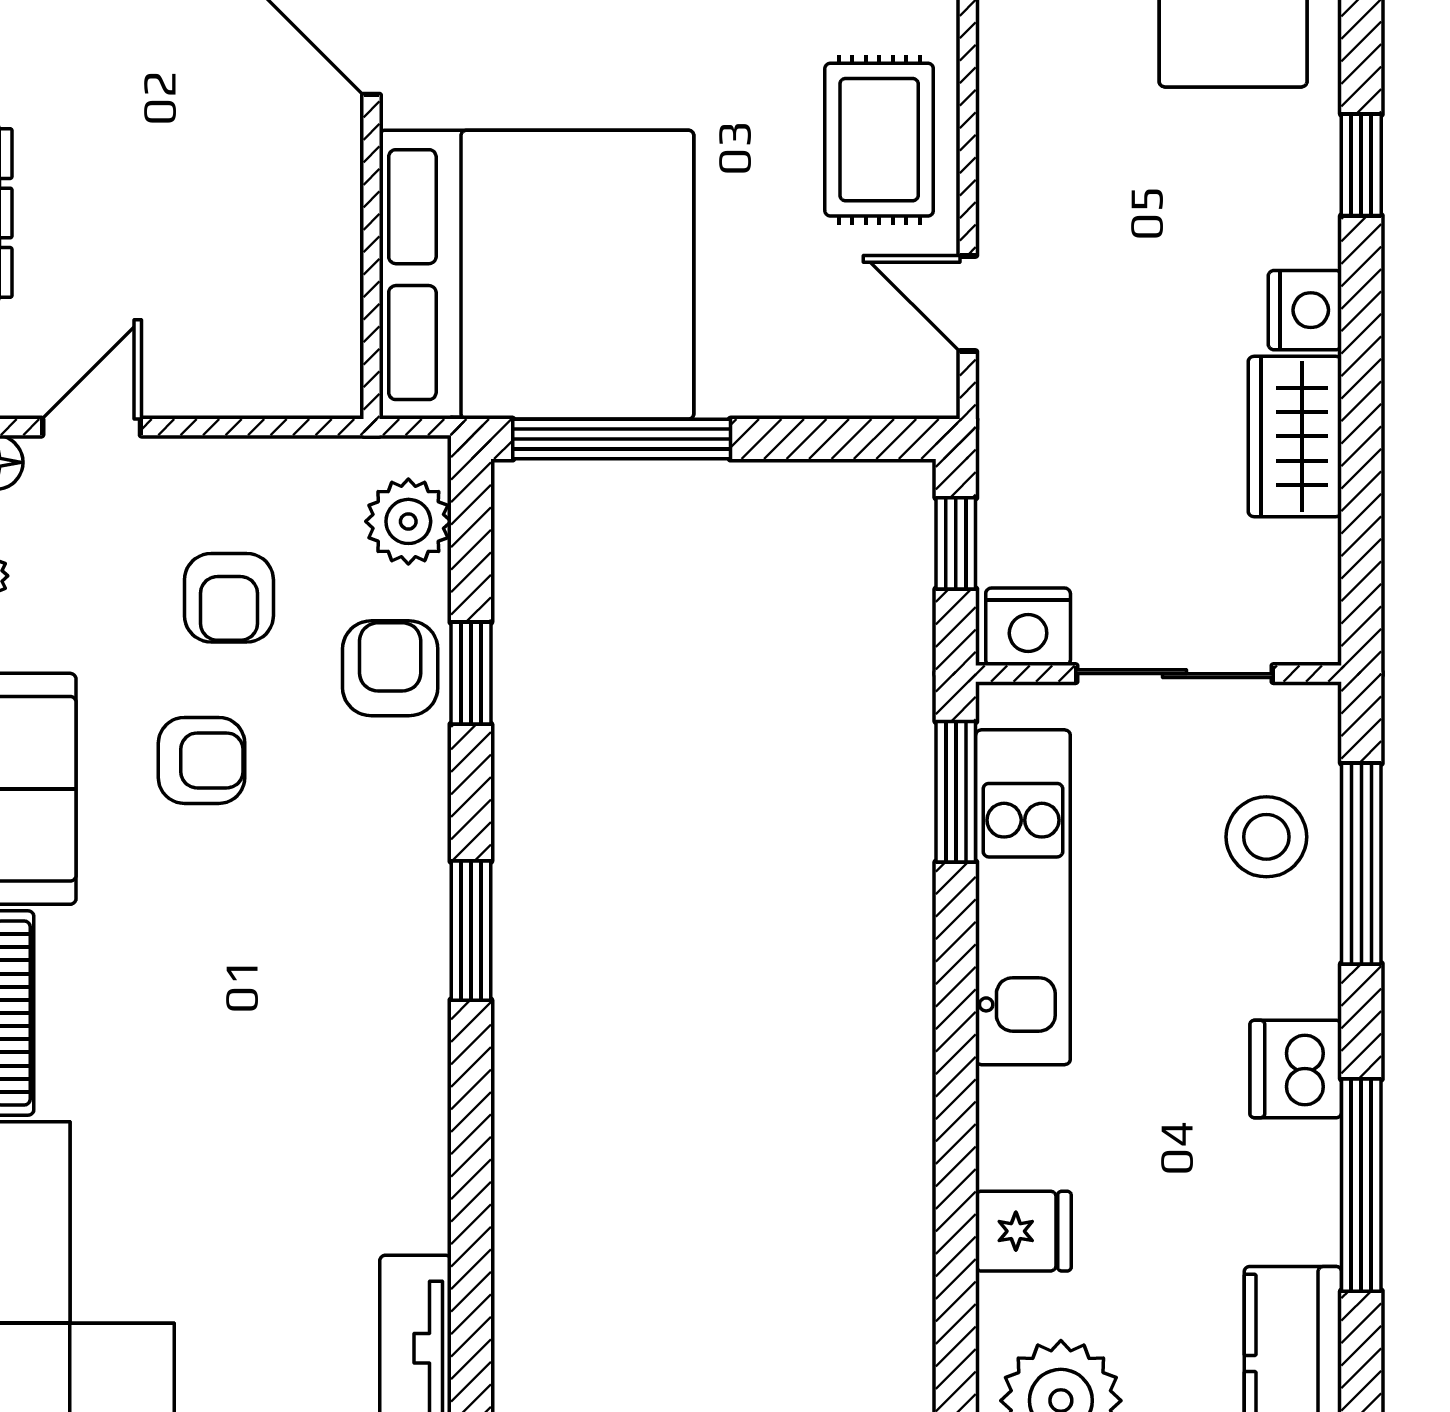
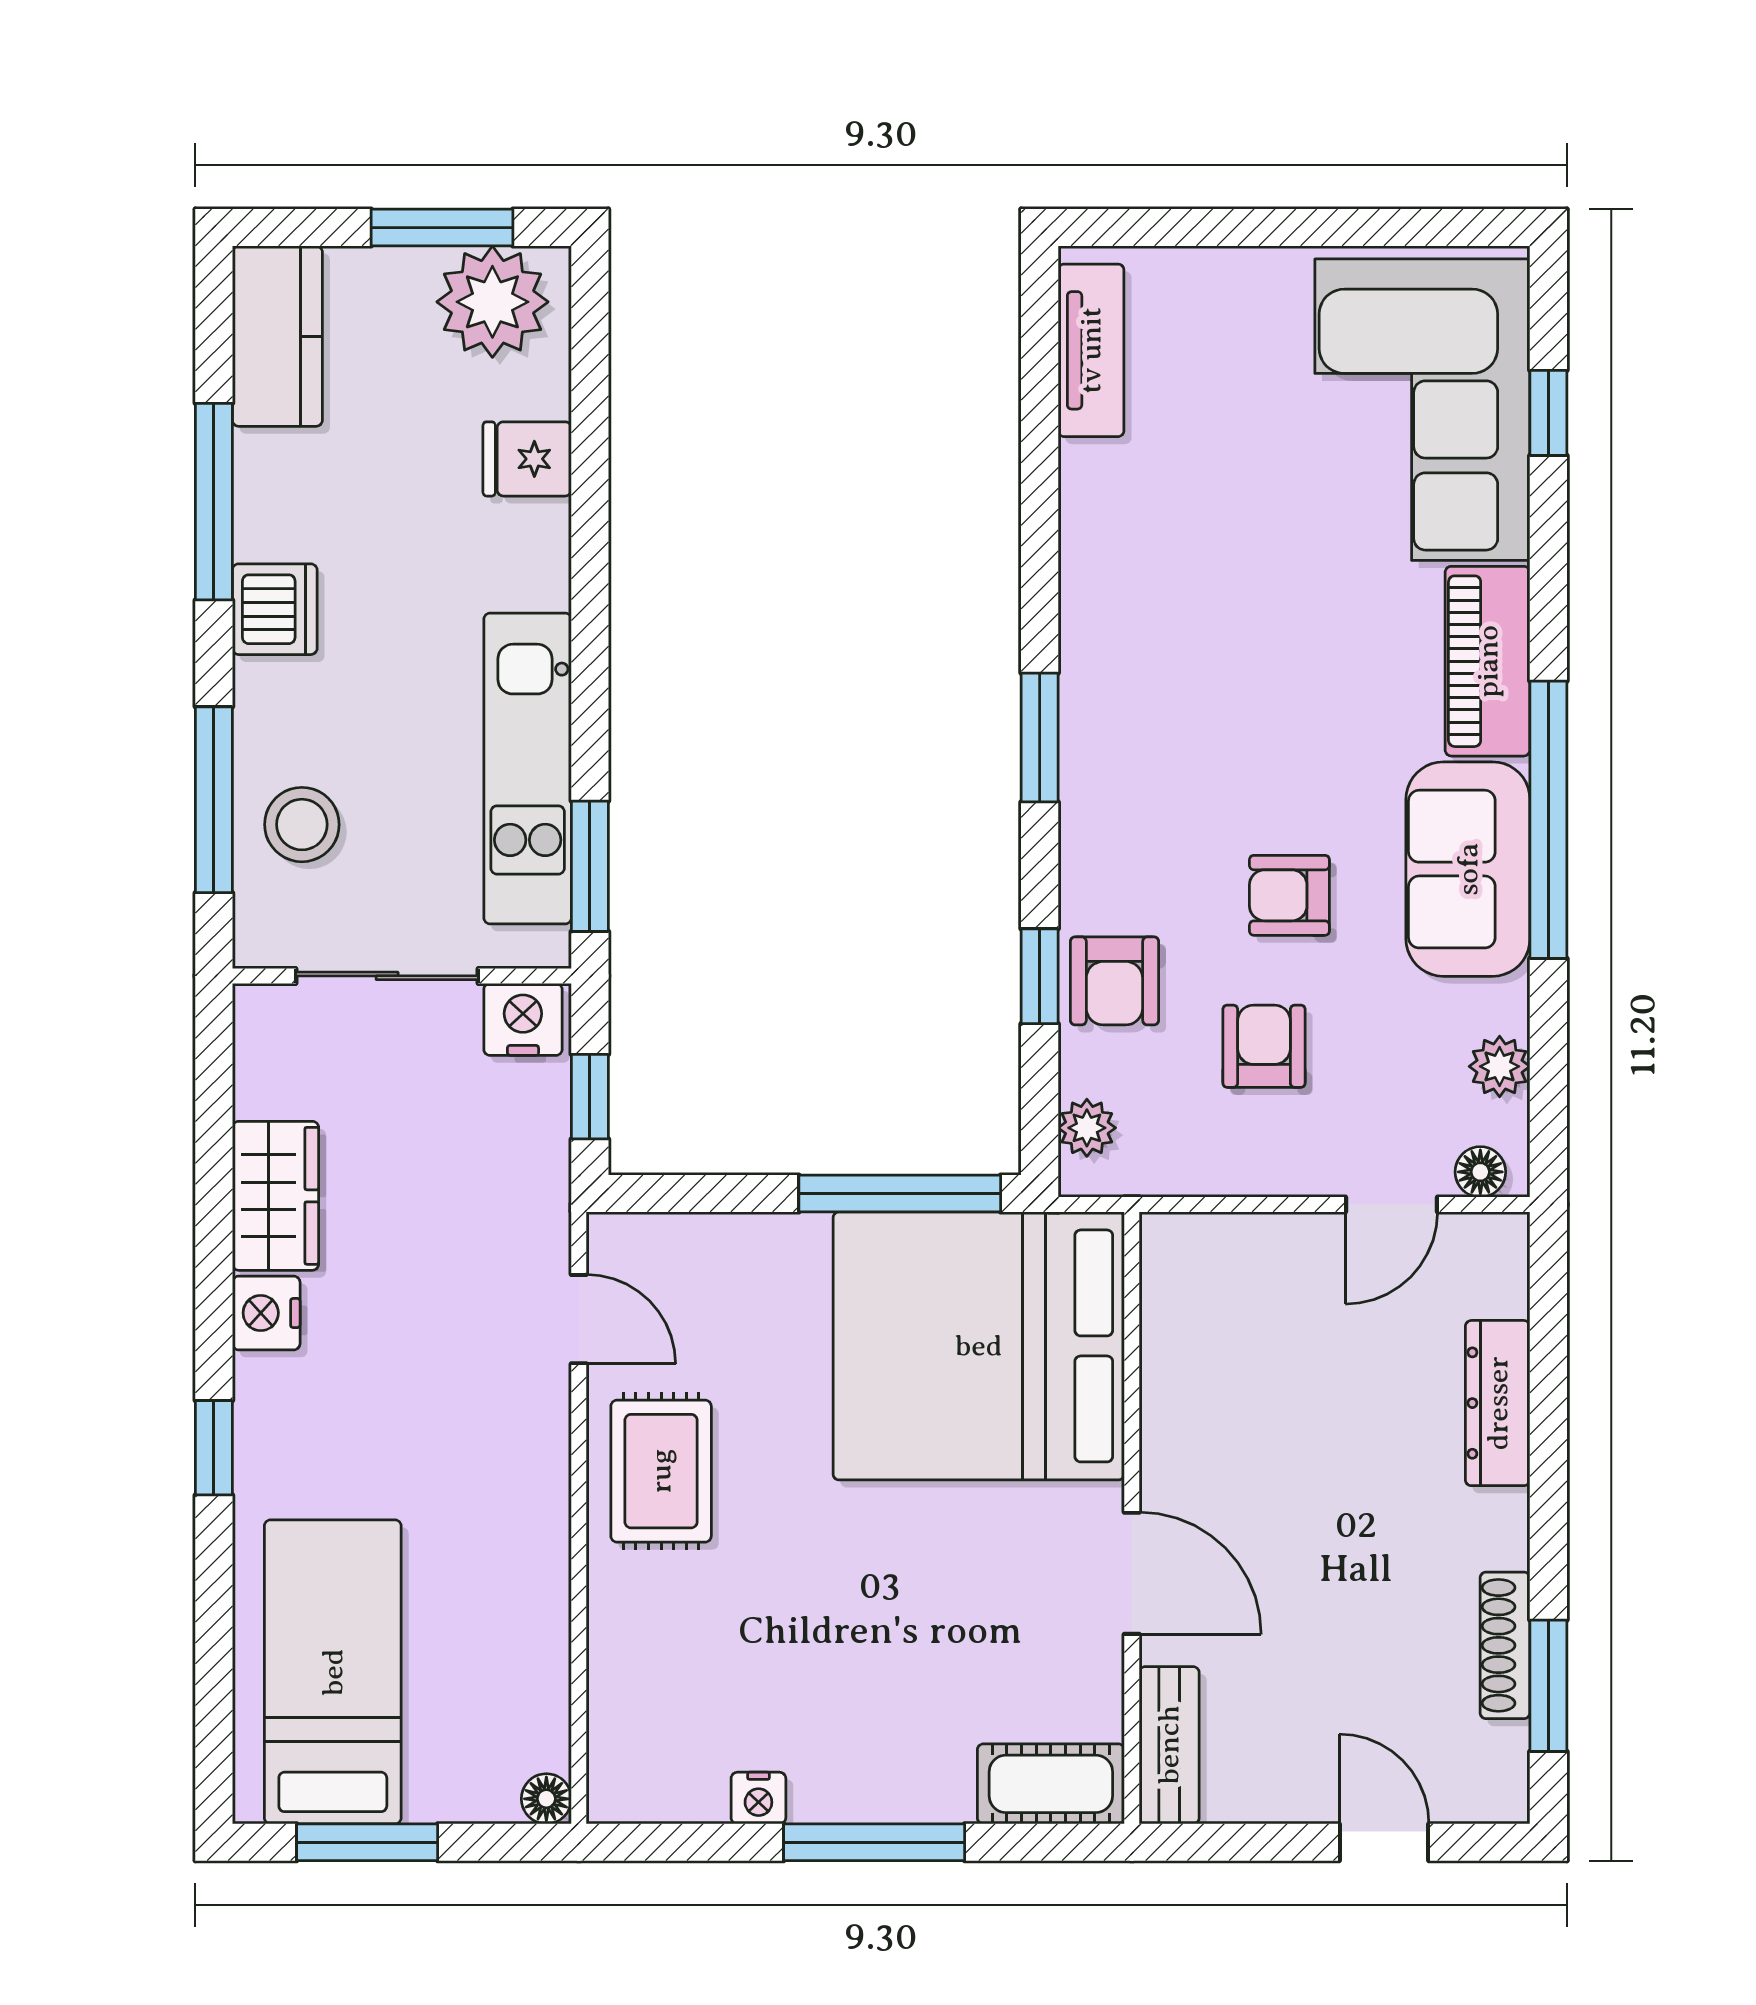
plant: (408, 521) -> (1087, 1128), width x0.73, depth x0.73

